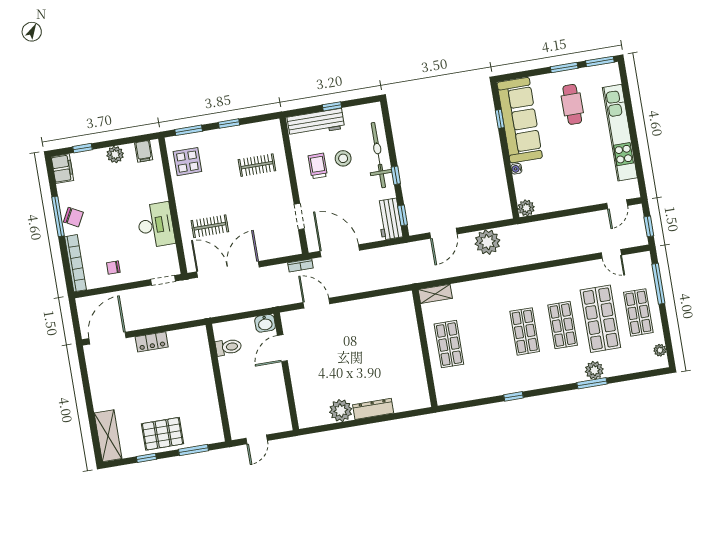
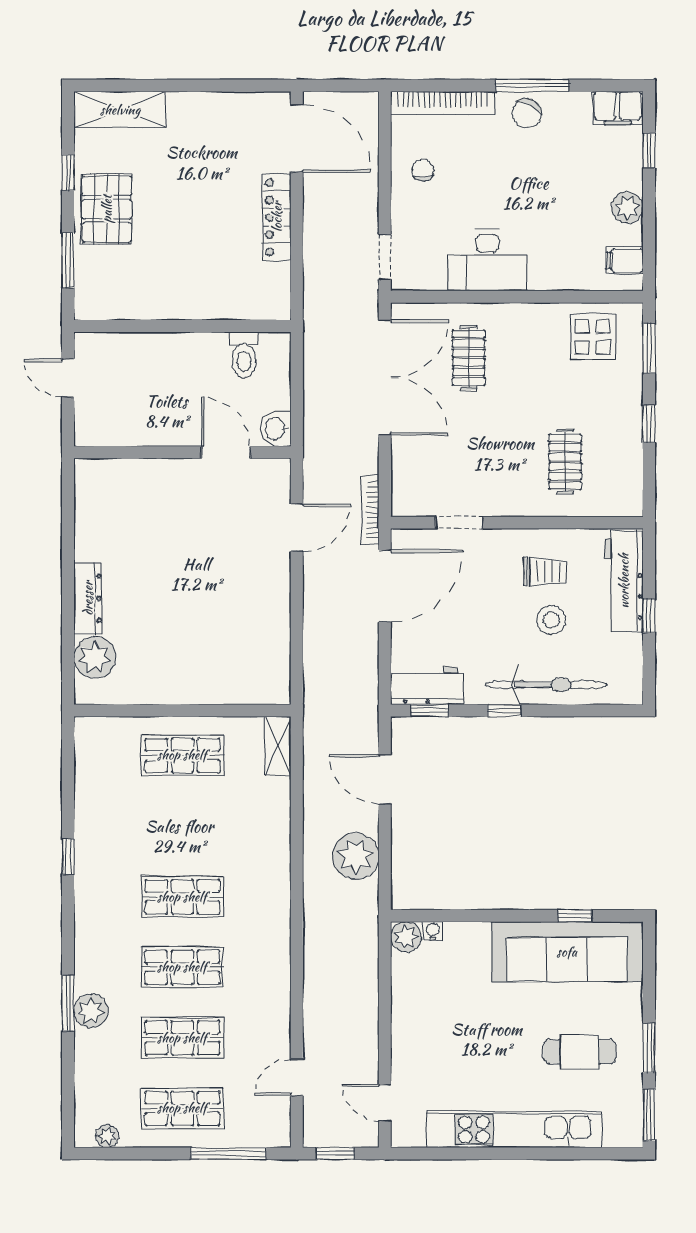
water cooler: (516, 169) -> (433, 931), moved
bookcase: (300, 265) -> (370, 510), width x1.56
shop shelf: (600, 319) -> (182, 1038), width x0.70, depth x0.74
locker: (152, 342) -> (277, 217), width x1.53
plant: (341, 411) -> (95, 657), moved

